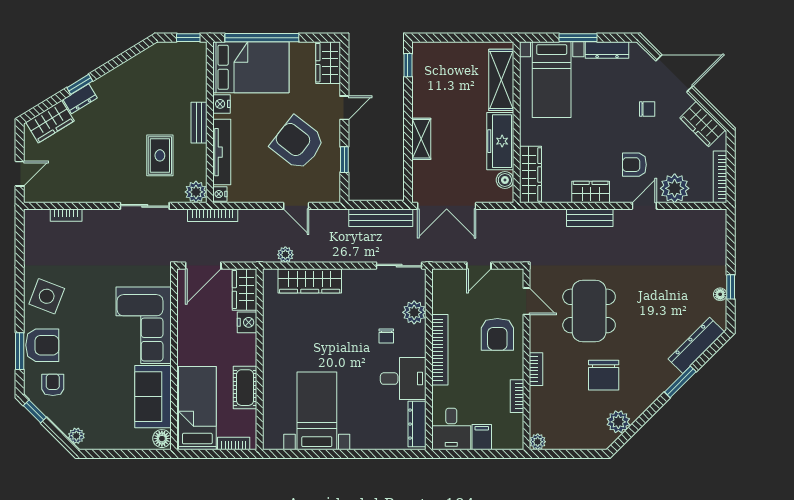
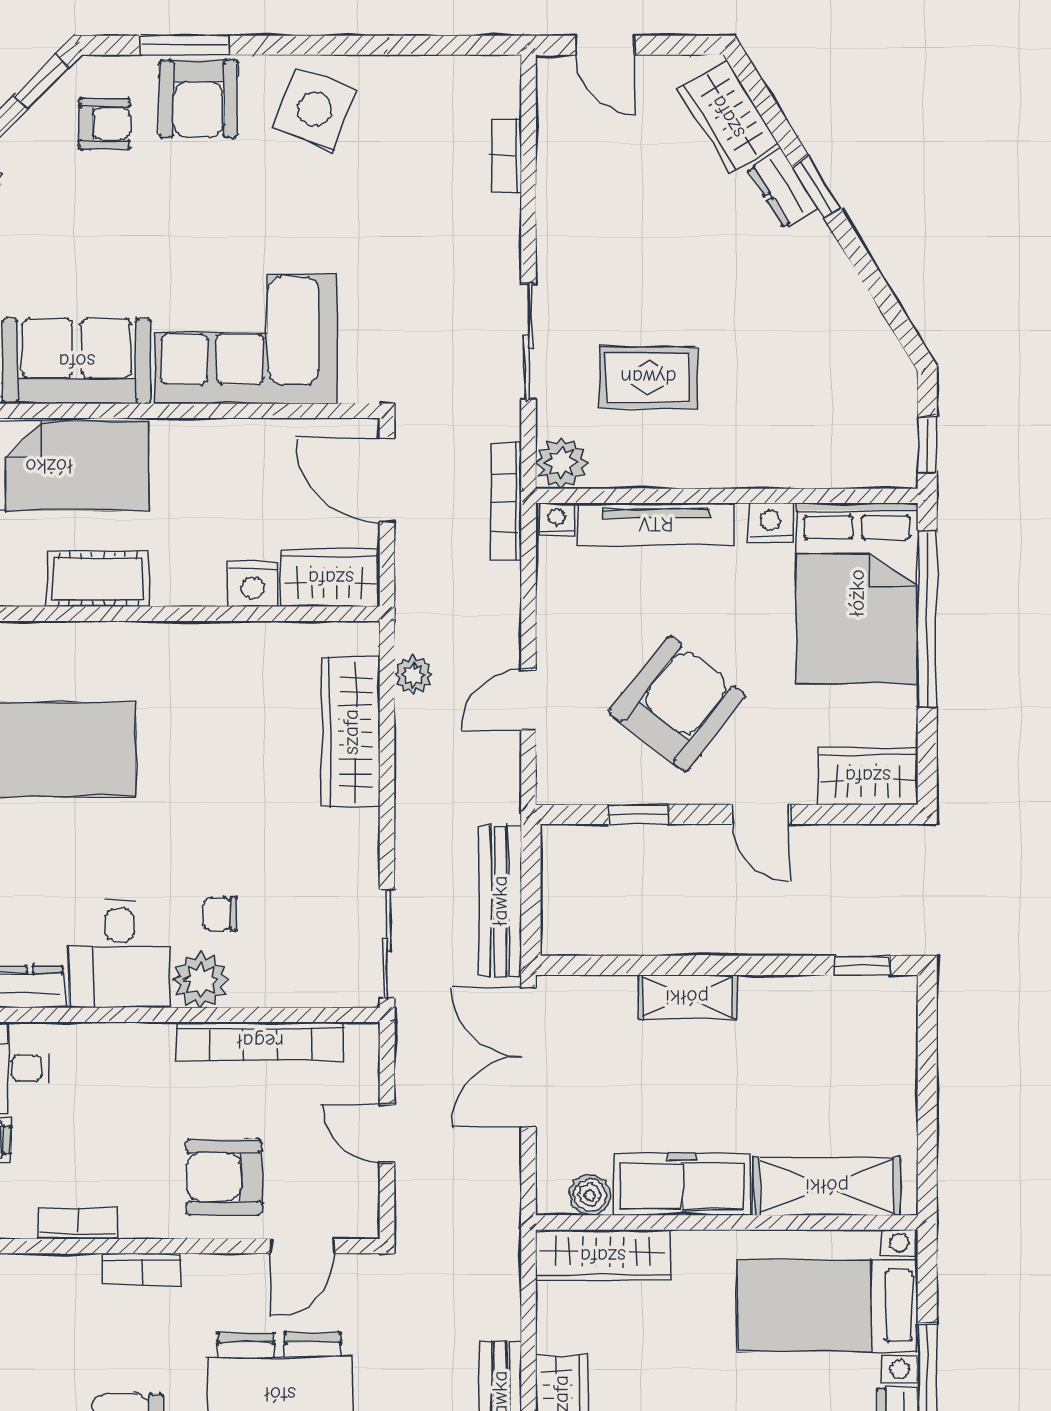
bench: (199, 123) -> (726, 470), removed
plant: (414, 312) -> (201, 980), moved
bookcase: (440, 350) -> (260, 1041), moved

